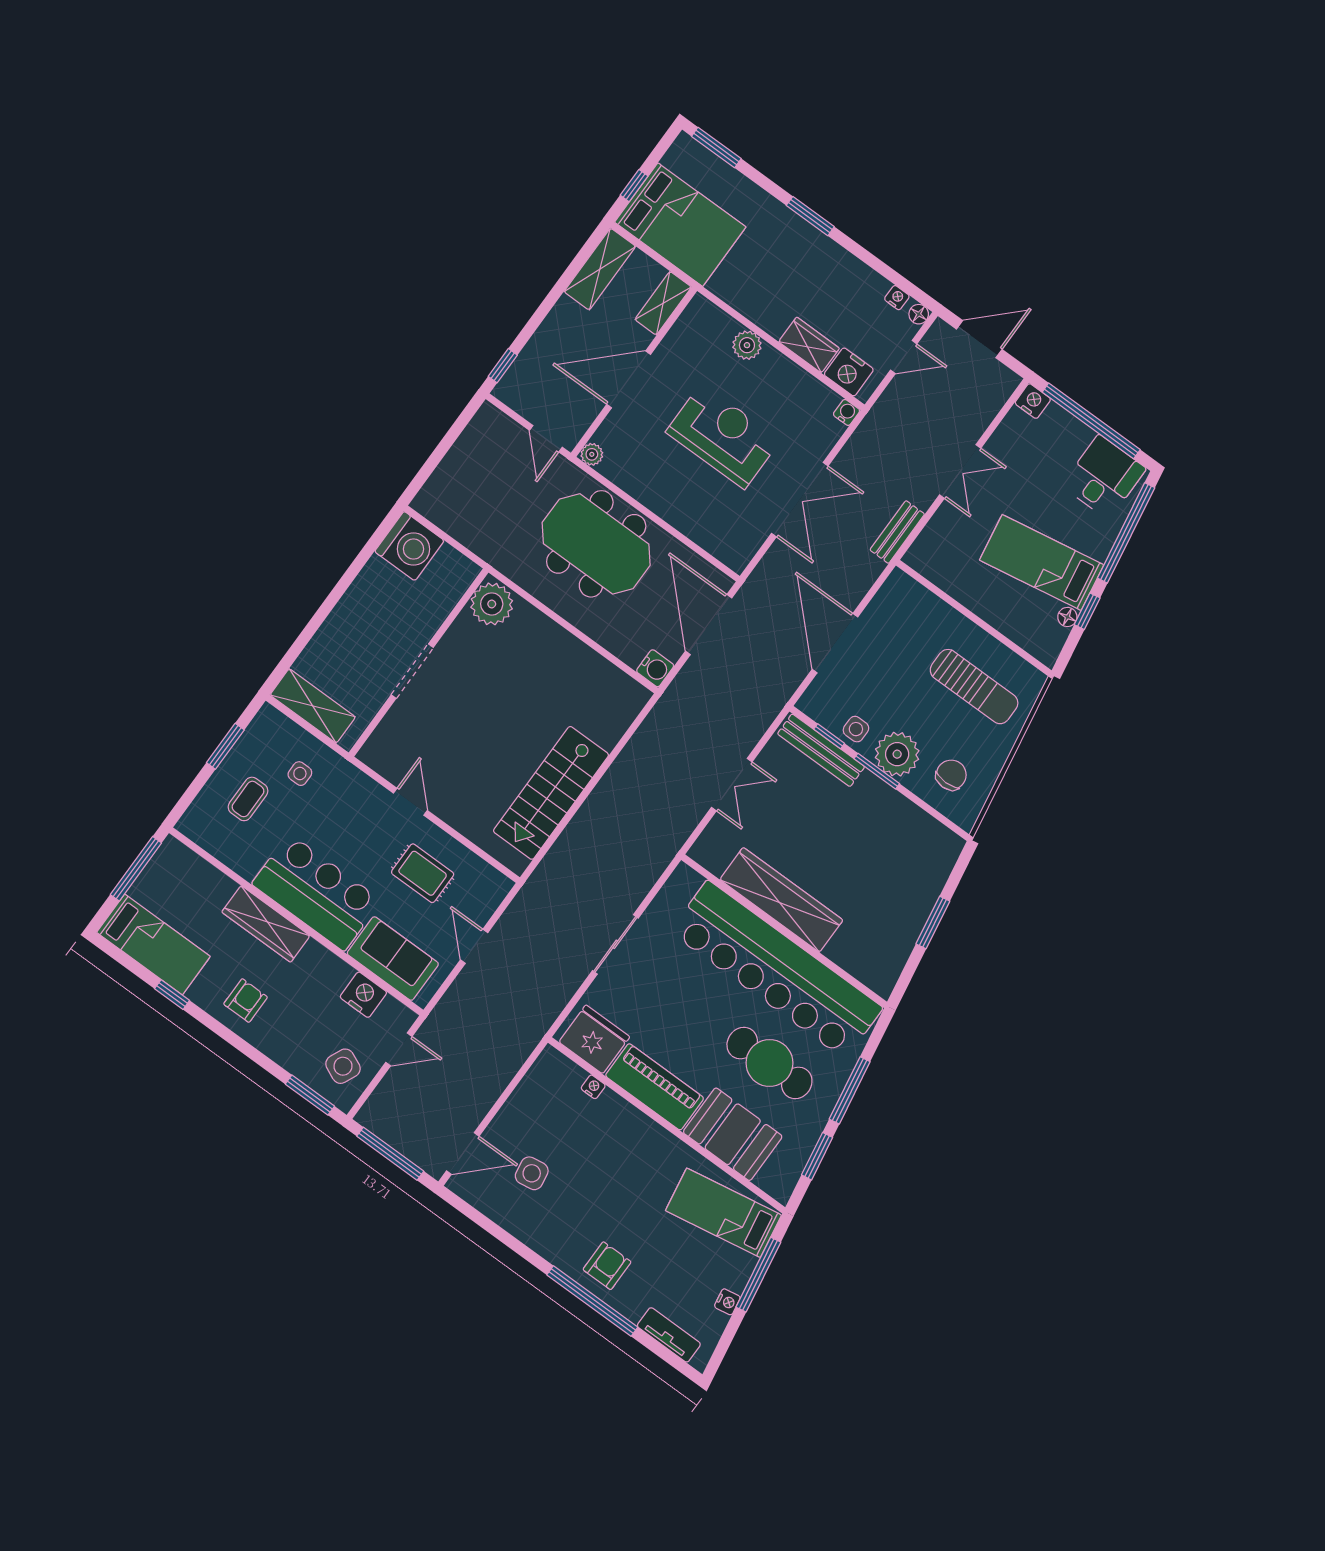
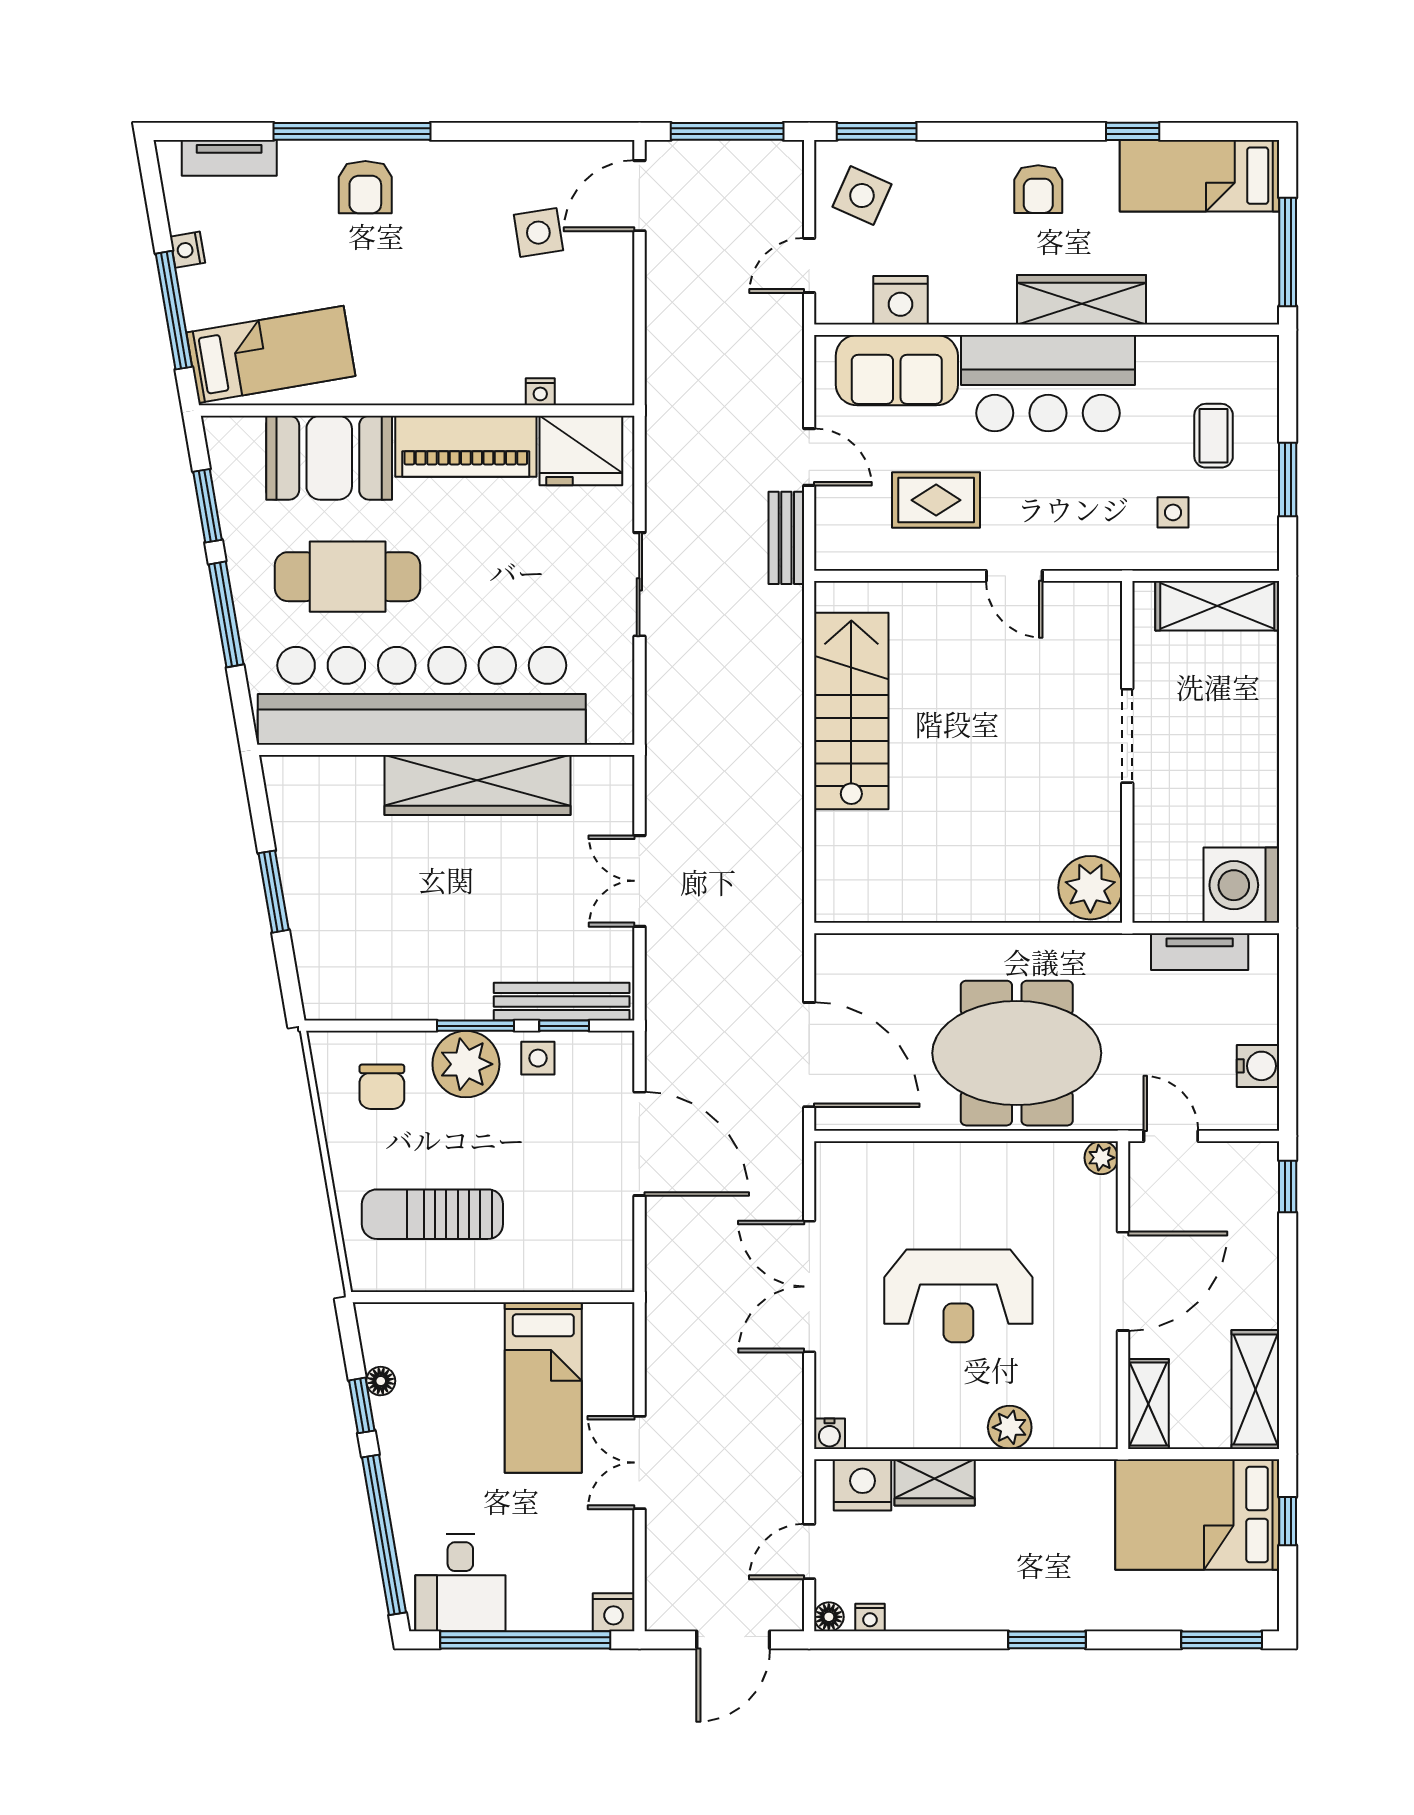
tv unit: (458, 527) -> (1200, 952), added
bench: (897, 532) -> (786, 538), moved
bed: (1042, 562) -> (543, 1388), moved, turned 100
water cooler: (655, 668) -> (1258, 1066), moved, turned 180

